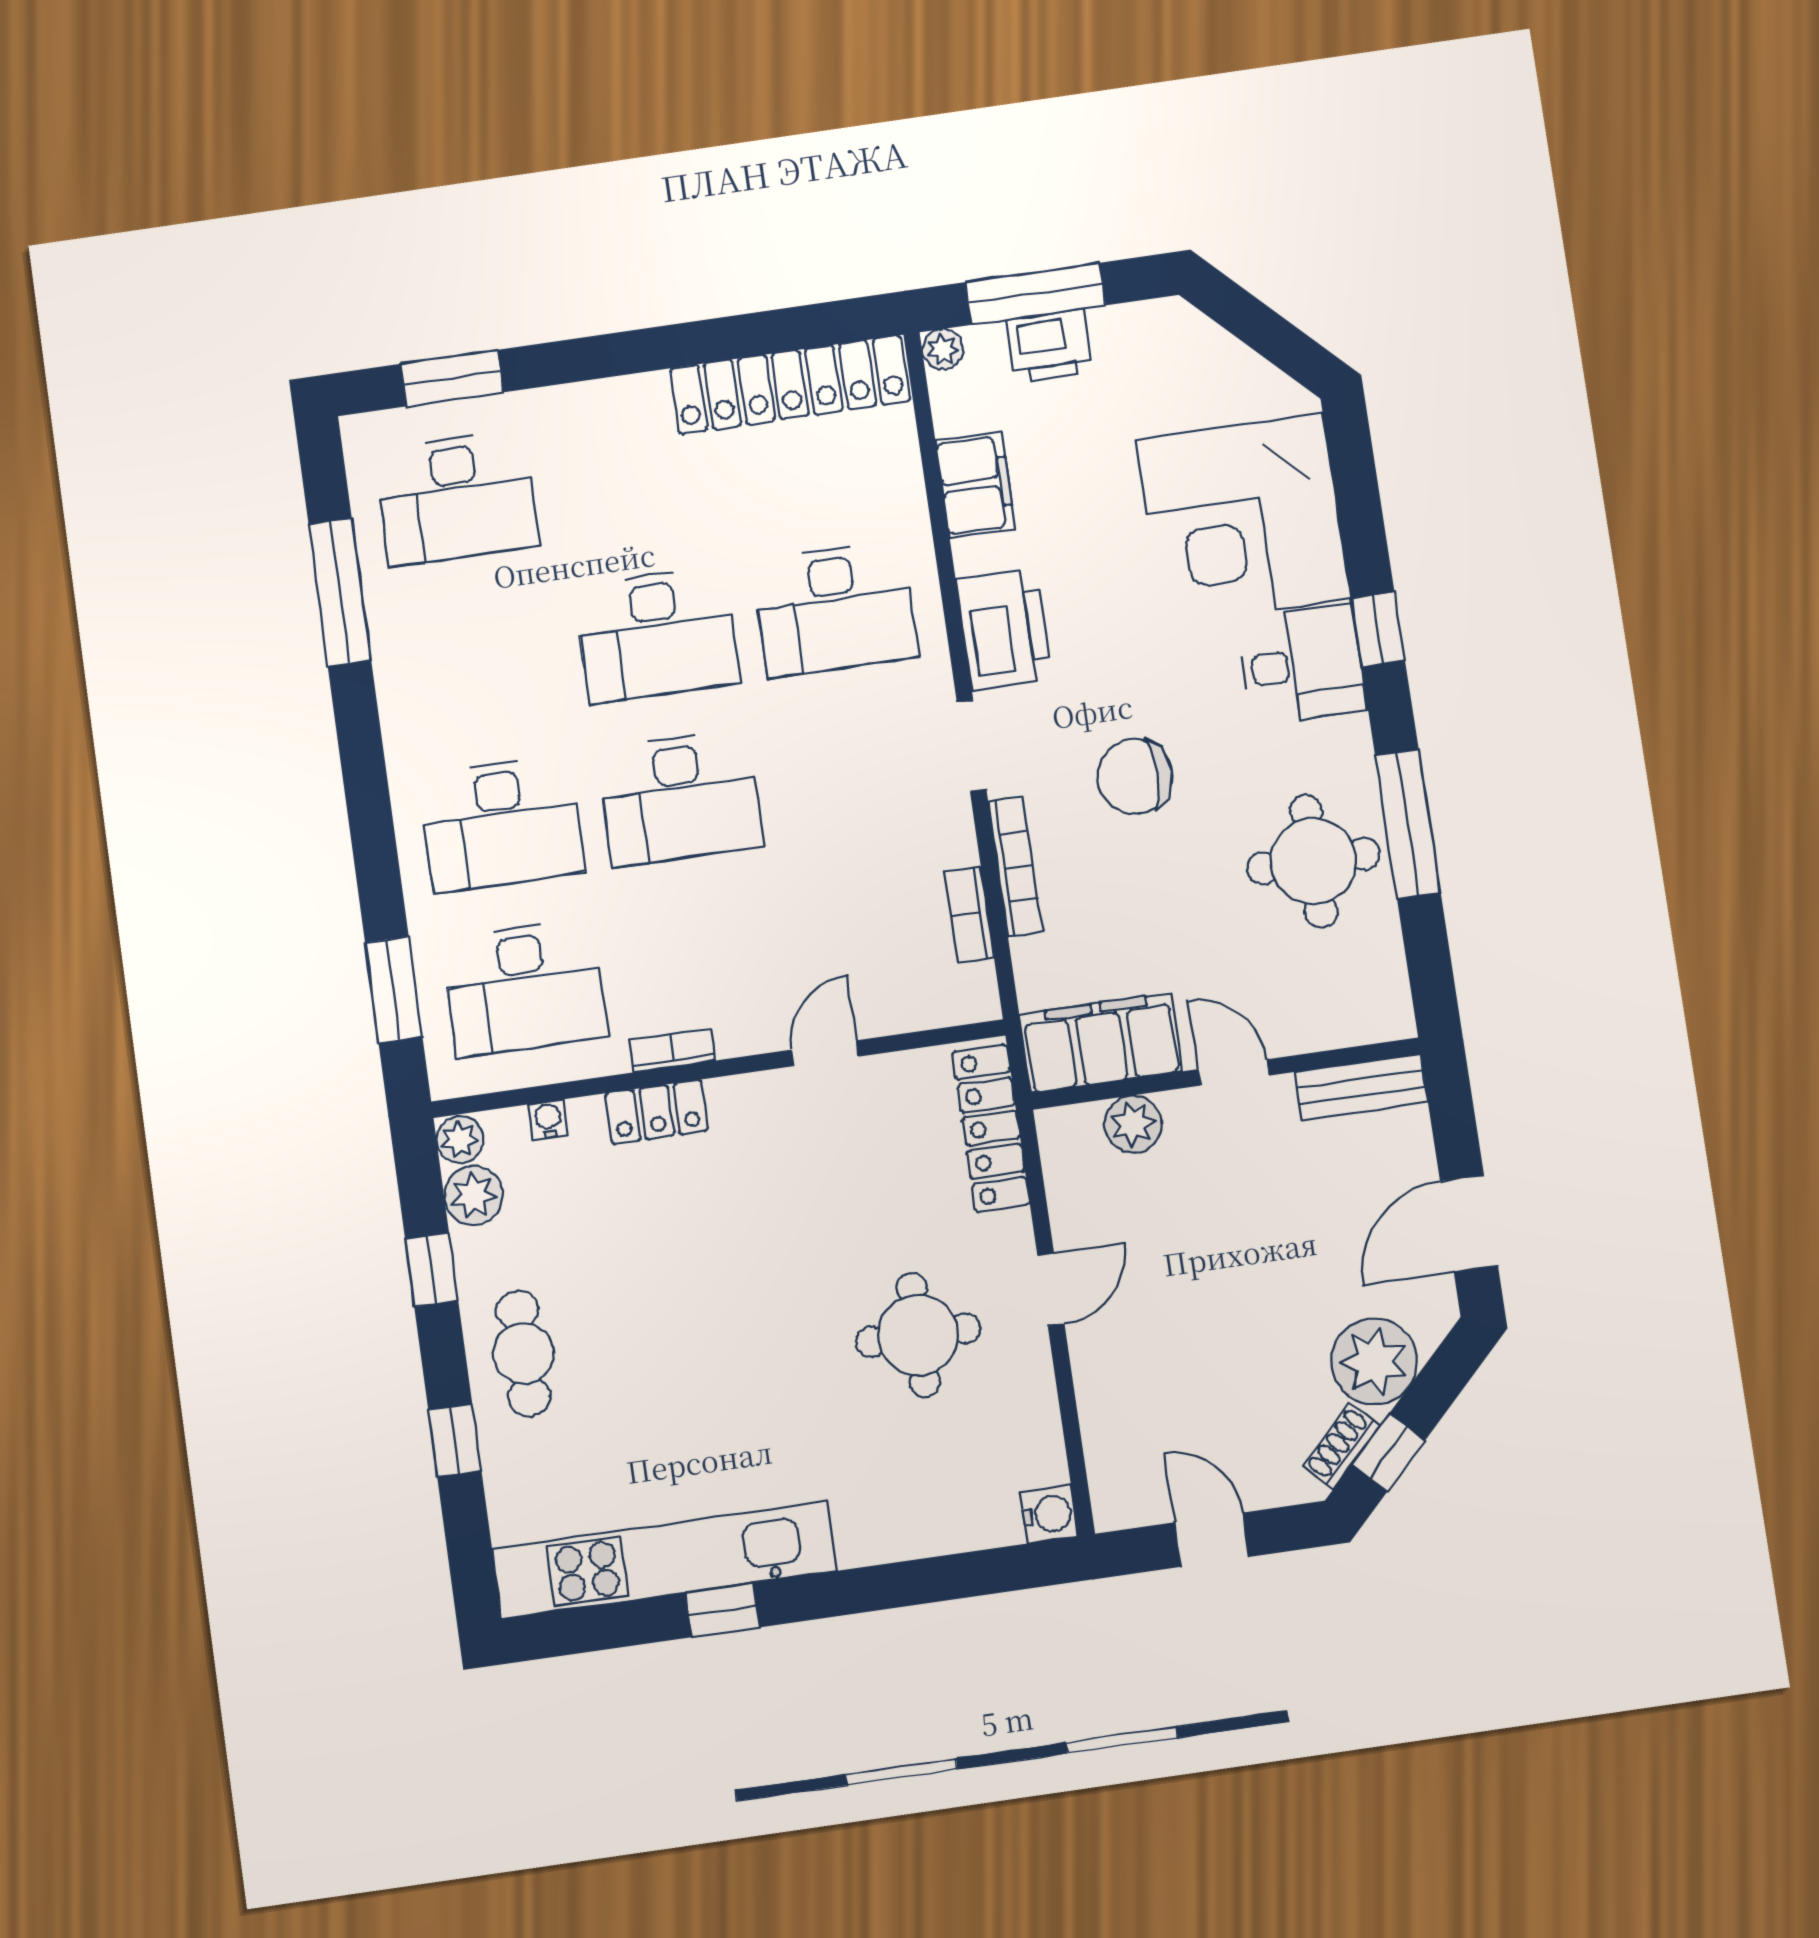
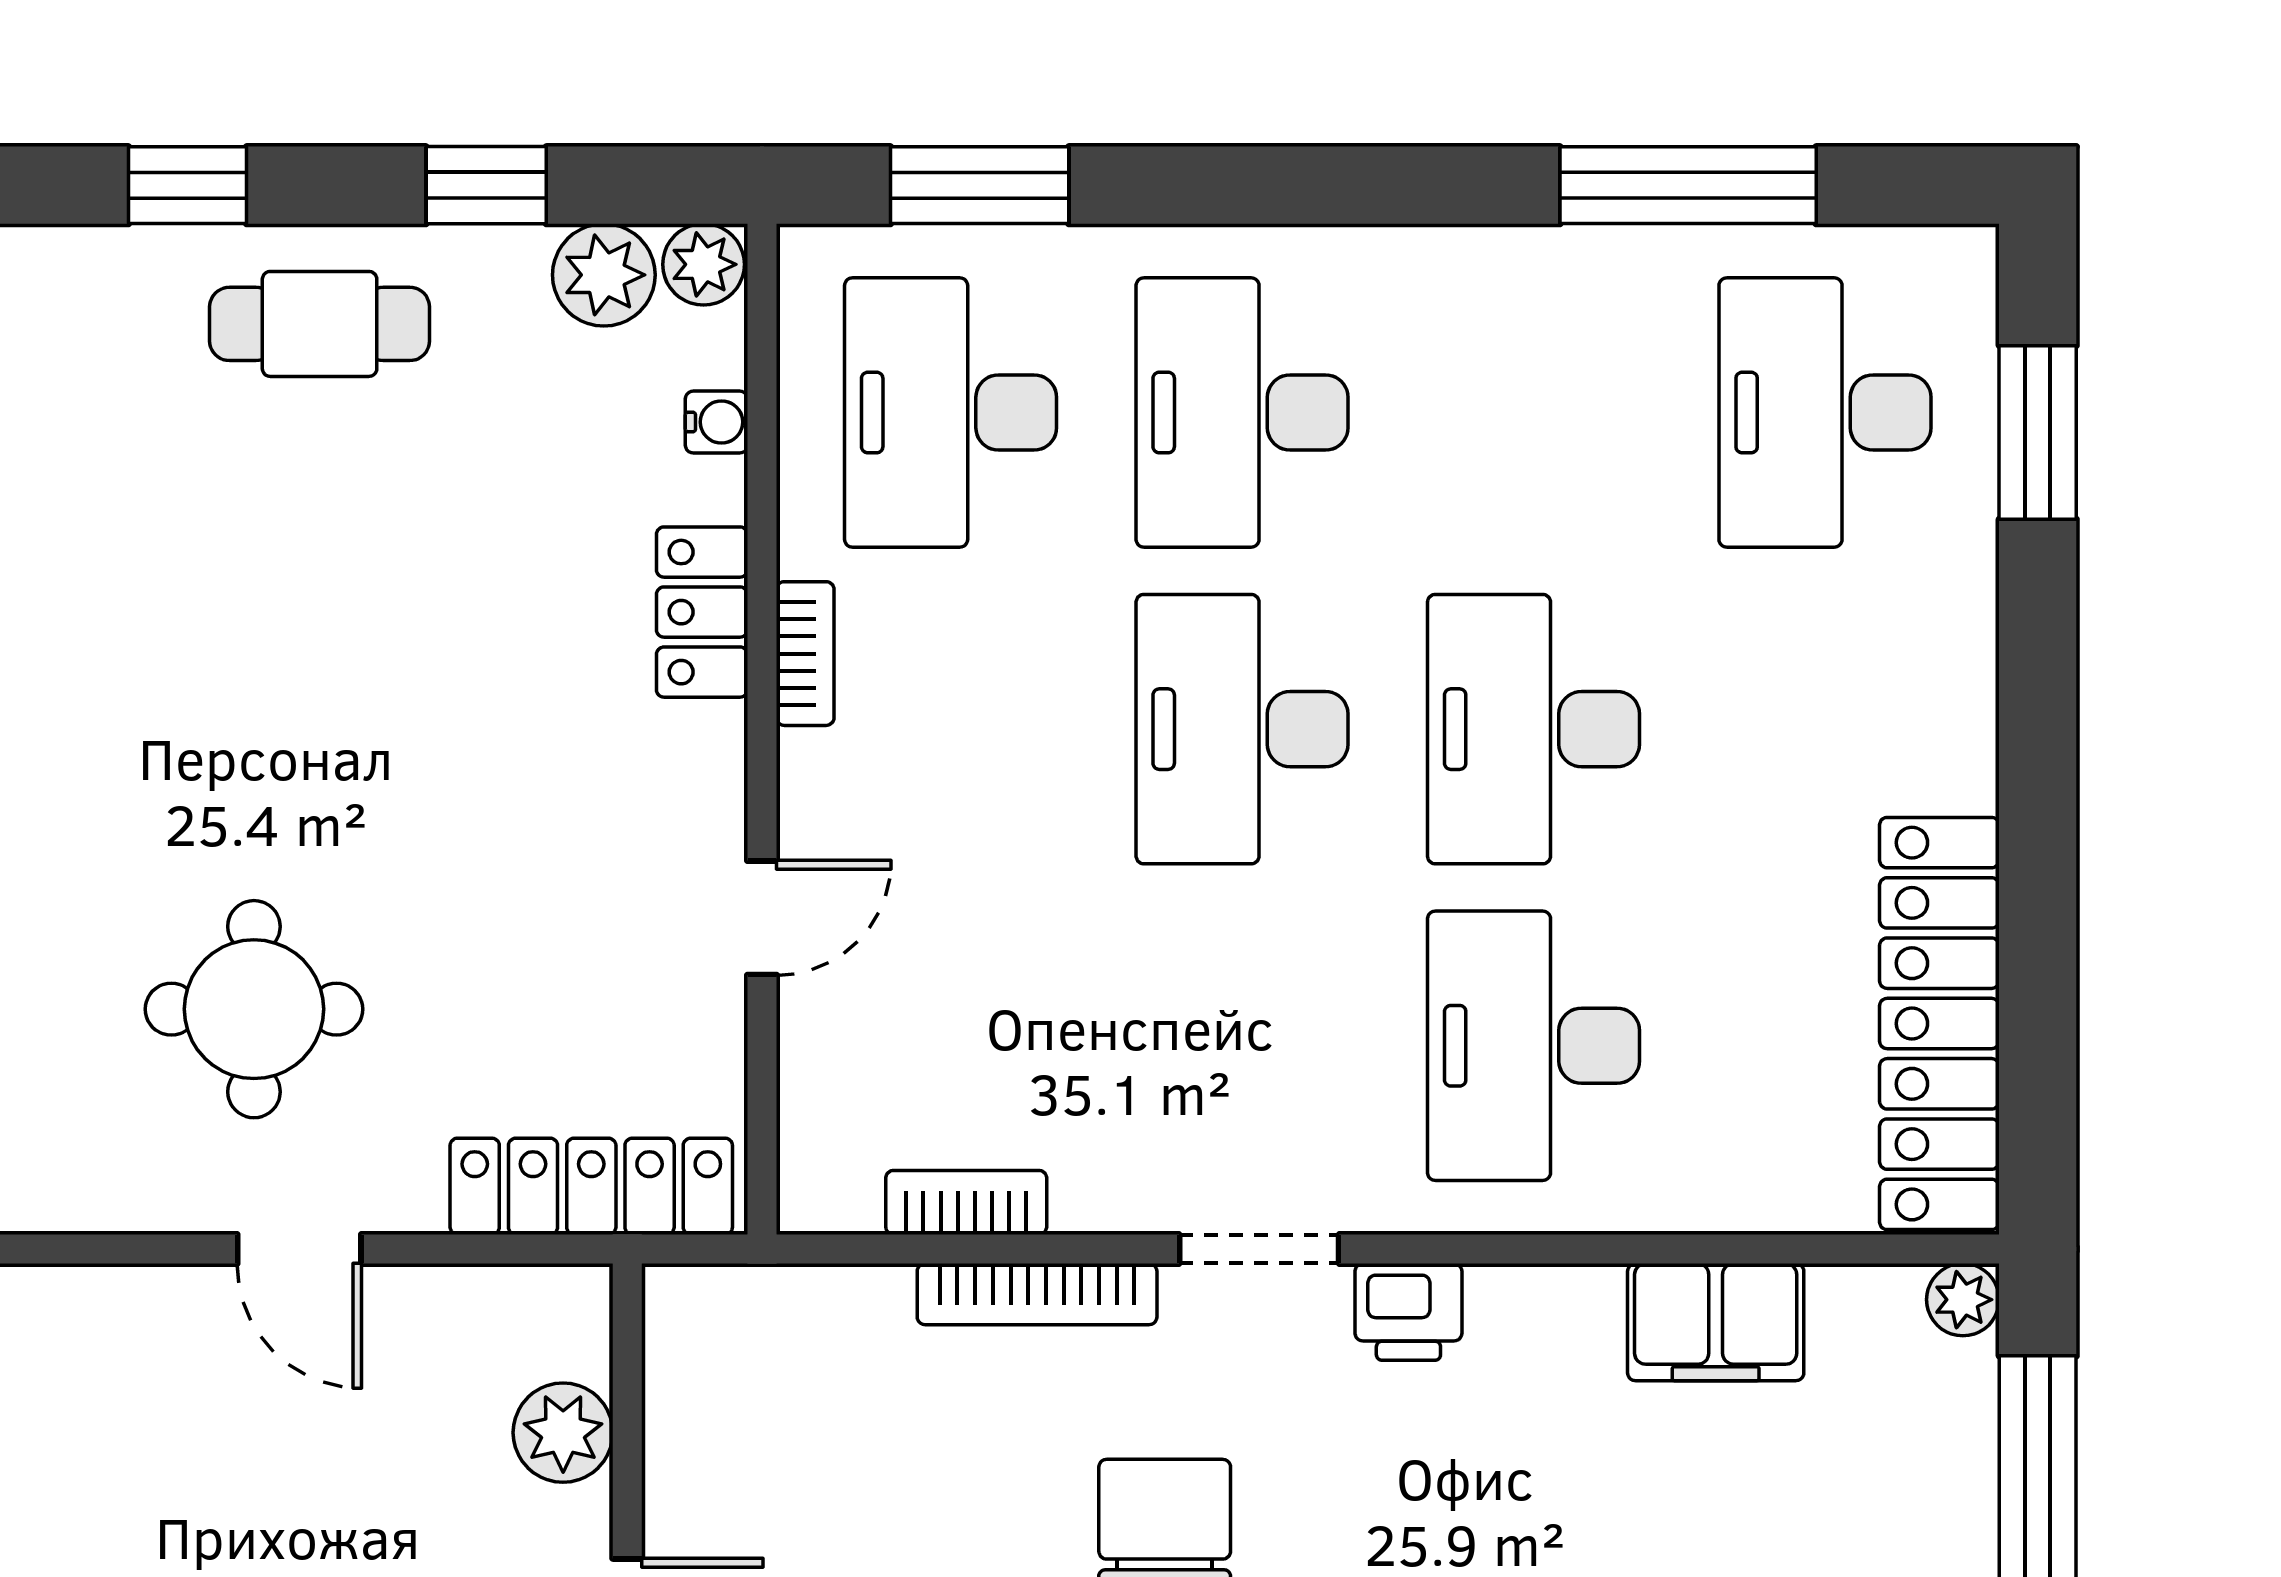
printer: (1049, 346) -> (1942, 1487), removed
printer: (1004, 629) -> (1408, 1312), width x0.53, depth x0.68
filing cabinet: (1101, 1043) -> (711, 1398), removed
door: (825, 1053) -> (762, 918), hinge flipped

